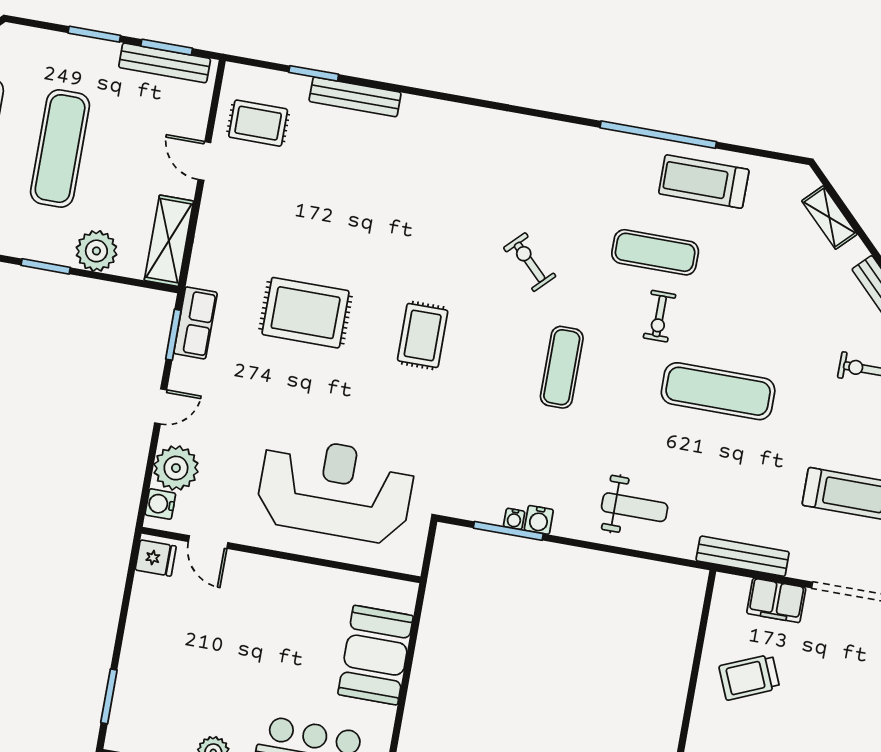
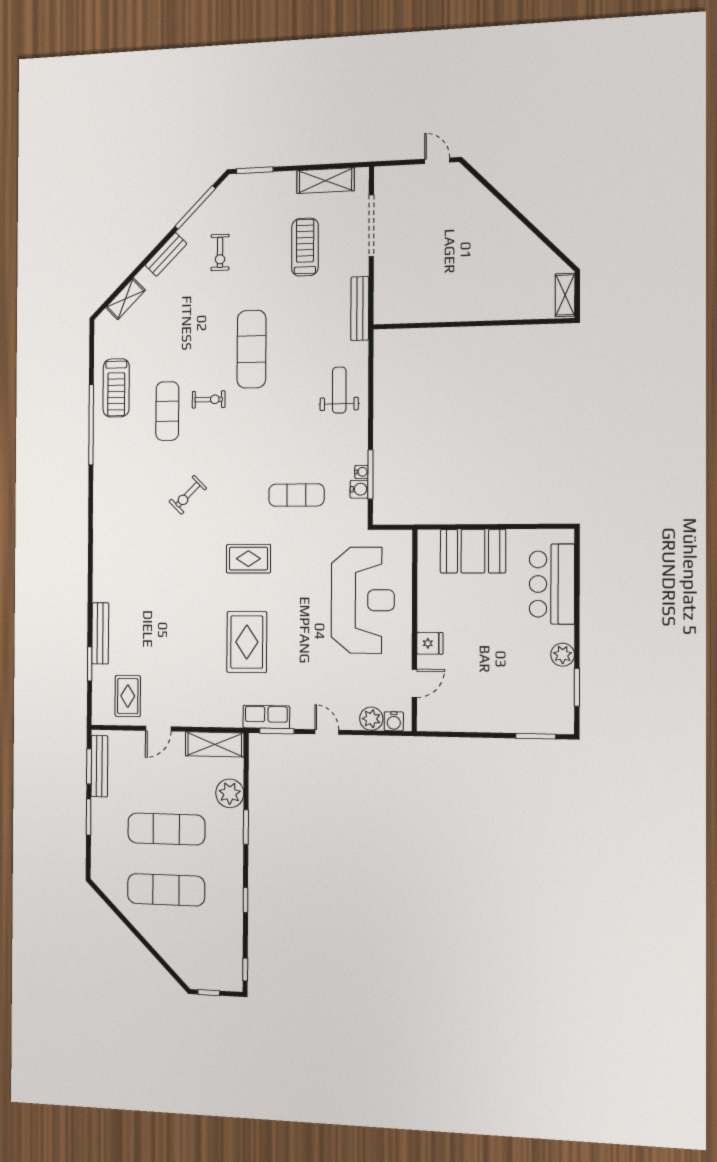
exercise mat: (562, 367) -> (296, 495), moved
plant: (176, 468) -> (371, 719), width x0.73, depth x0.73
reception desk: (335, 490) -> (363, 600), turned 180
water cooler: (539, 520) -> (359, 489), moved
fridge: (156, 558) -> (430, 643), moved, turned 90
filing cabinet: (776, 600) -> (386, 279), removed
trolley: (749, 677) -> (442, 286), removed

